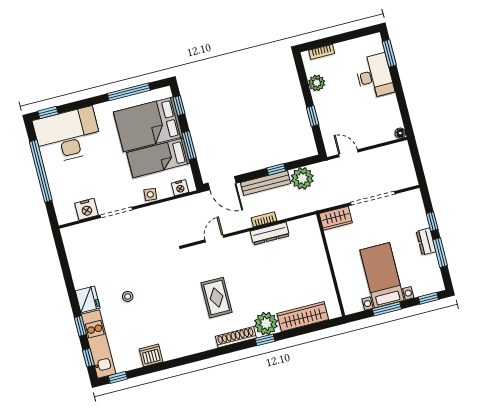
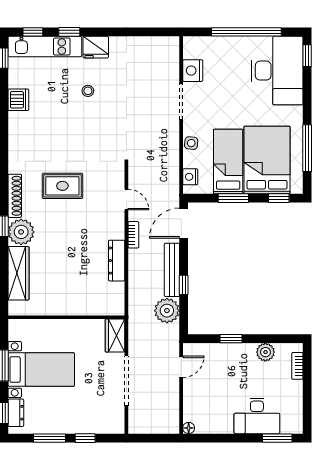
bookcase: (264, 219) -> (133, 235), moved
dresser: (426, 241) -> (16, 413), moved, turned 90

